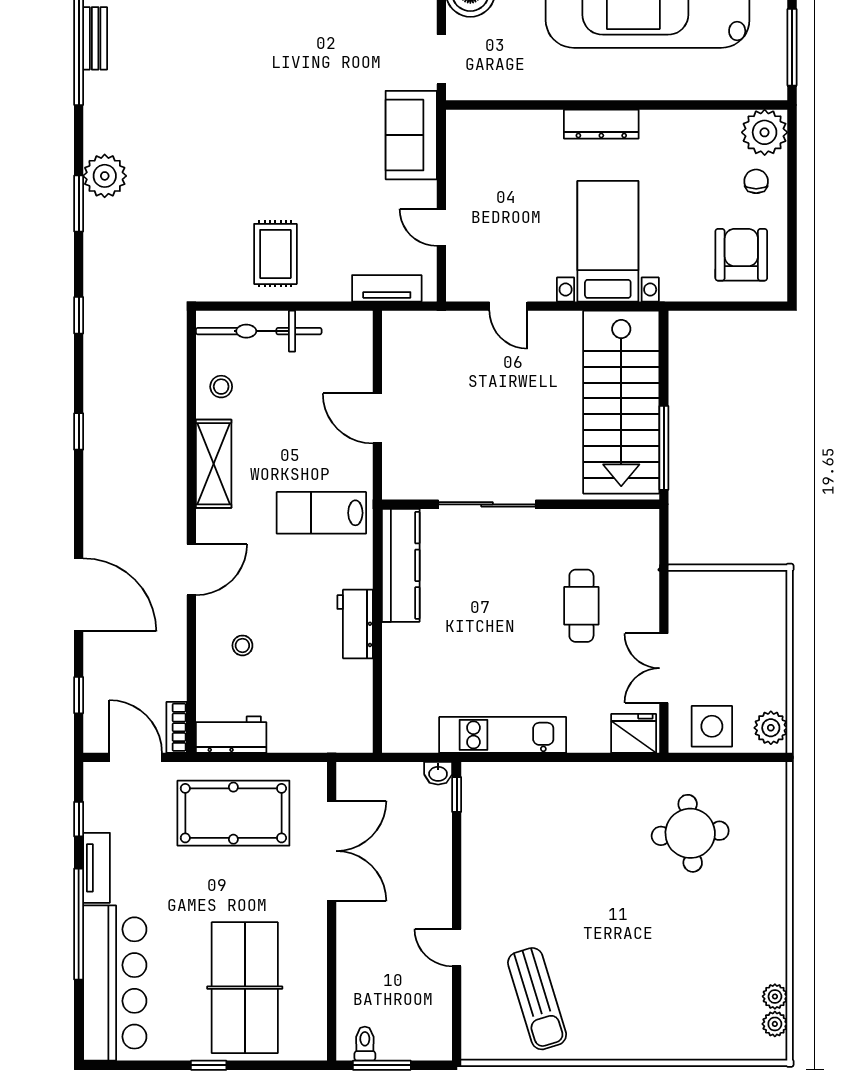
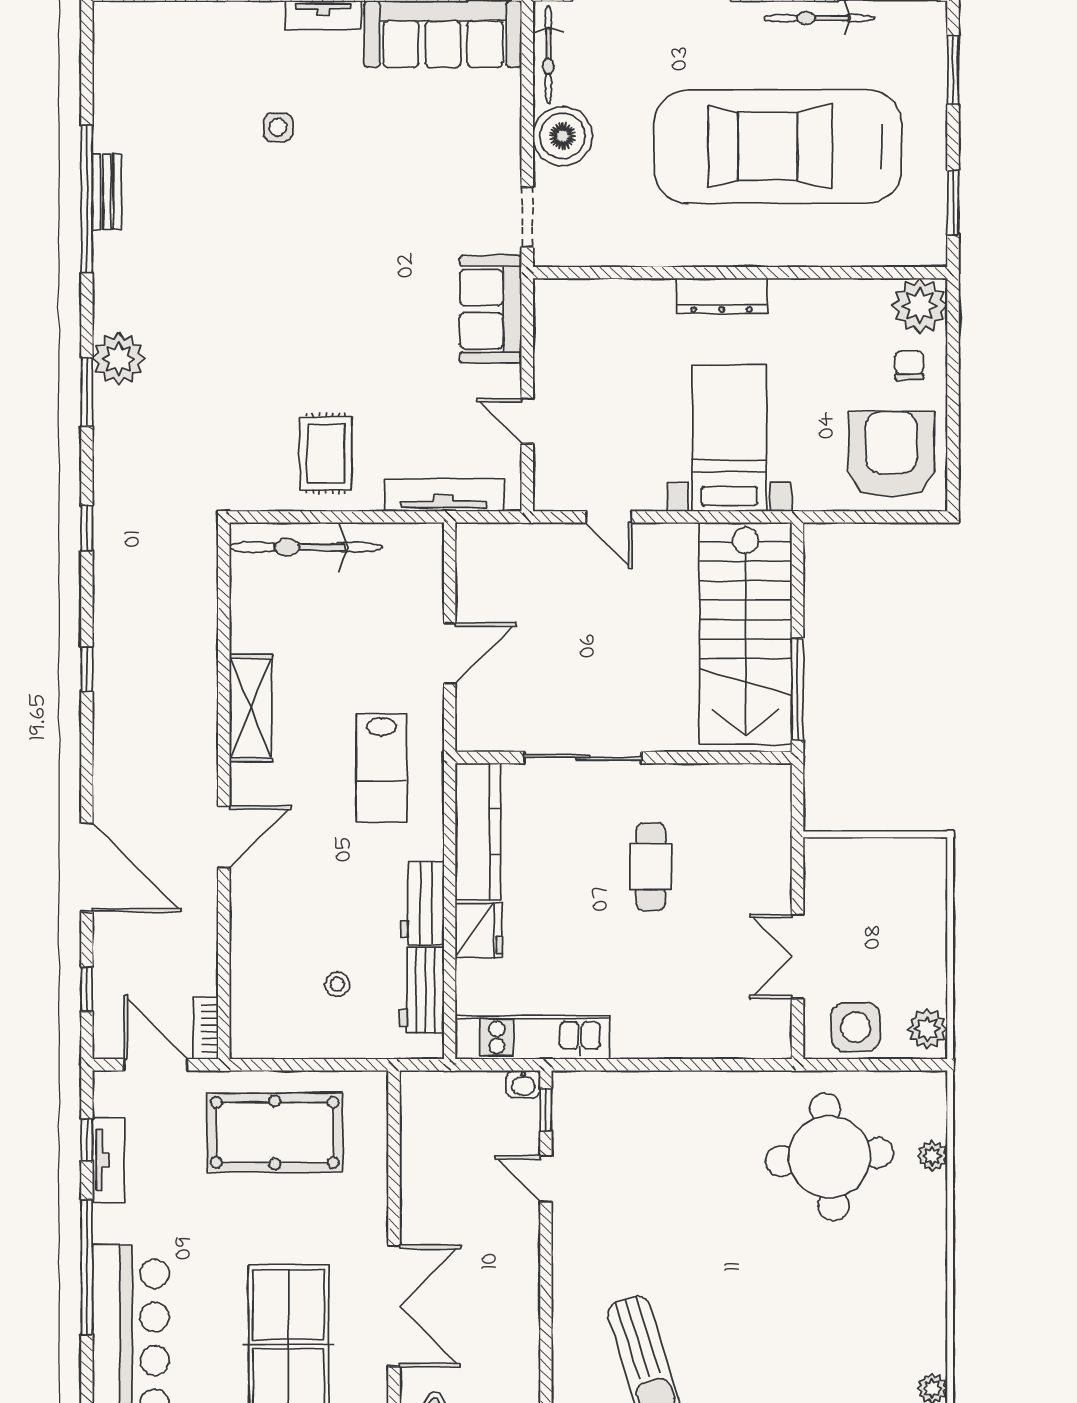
window: (792, 47) -> (953, 203), width x0.69
armchair: (741, 255) -> (891, 455), width x1.36, depth x1.36
tv unit: (387, 288) -> (444, 495), width x1.41
stool: (221, 387) -> (260, 615), removed
door: (377, 418) -> (450, 653), swing flipped
lab bench: (321, 513) -> (382, 768), turned -90
cafe table: (581, 606) -> (651, 867), moved
stool: (242, 645) -> (337, 984), moved
fridge: (634, 733) -> (479, 930), moved, turned 90
workbench: (231, 735) -> (422, 990), moved, turned -90
kitchen unit: (503, 735) -> (532, 1037), moved
round table: (690, 833) -> (829, 1157), width x1.36, depth x1.36
double door: (332, 851) -> (394, 1306), moved
tv unit: (97, 868) -> (109, 1160), moved
door: (457, 948) -> (546, 1179), moved
plant: (775, 996) -> (932, 1156), moved

